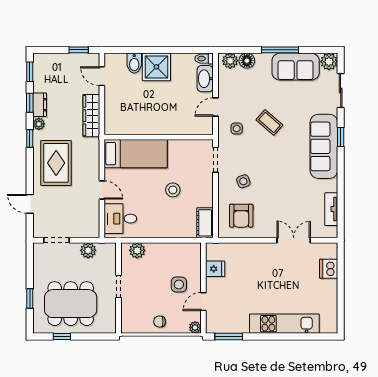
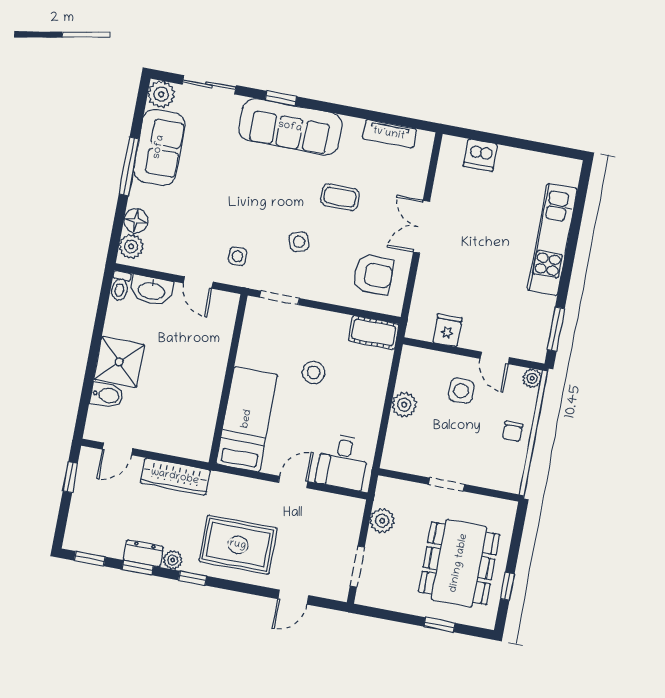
coffee table: (269, 122) -> (340, 197), moved, turned 49
side table: (243, 181) -> (299, 242), moved
double door: (294, 240) -> (421, 227), moved
plant: (137, 250) -> (404, 405), moved

